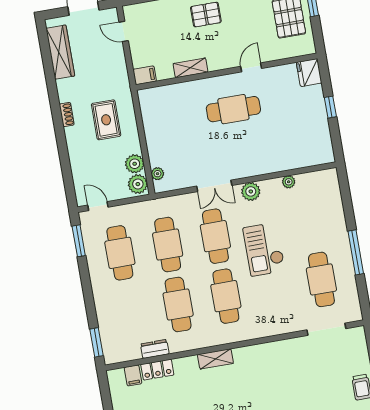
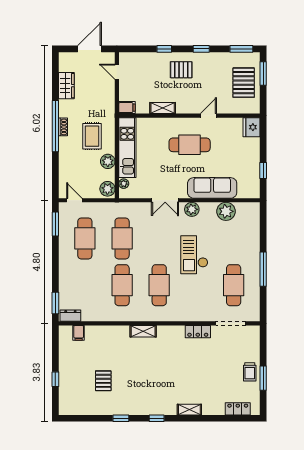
wardrobe: (60, 52) -> (66, 86), width x0.67
window: (330, 107) -> (263, 171), moved
window: (57, 115) -> (55, 126), added
kitchen unit: (154, 127) -> (127, 148), added
sofa: (272, 159) -> (212, 188), added
plant: (135, 164) -> (108, 161), moved
plant: (289, 182) -> (226, 211), width x1.88, depth x1.88
cafe table: (215, 236) -> (159, 238), removed
dresser: (155, 349) -> (70, 316), moved
locker: (157, 370) -> (198, 332), moved

